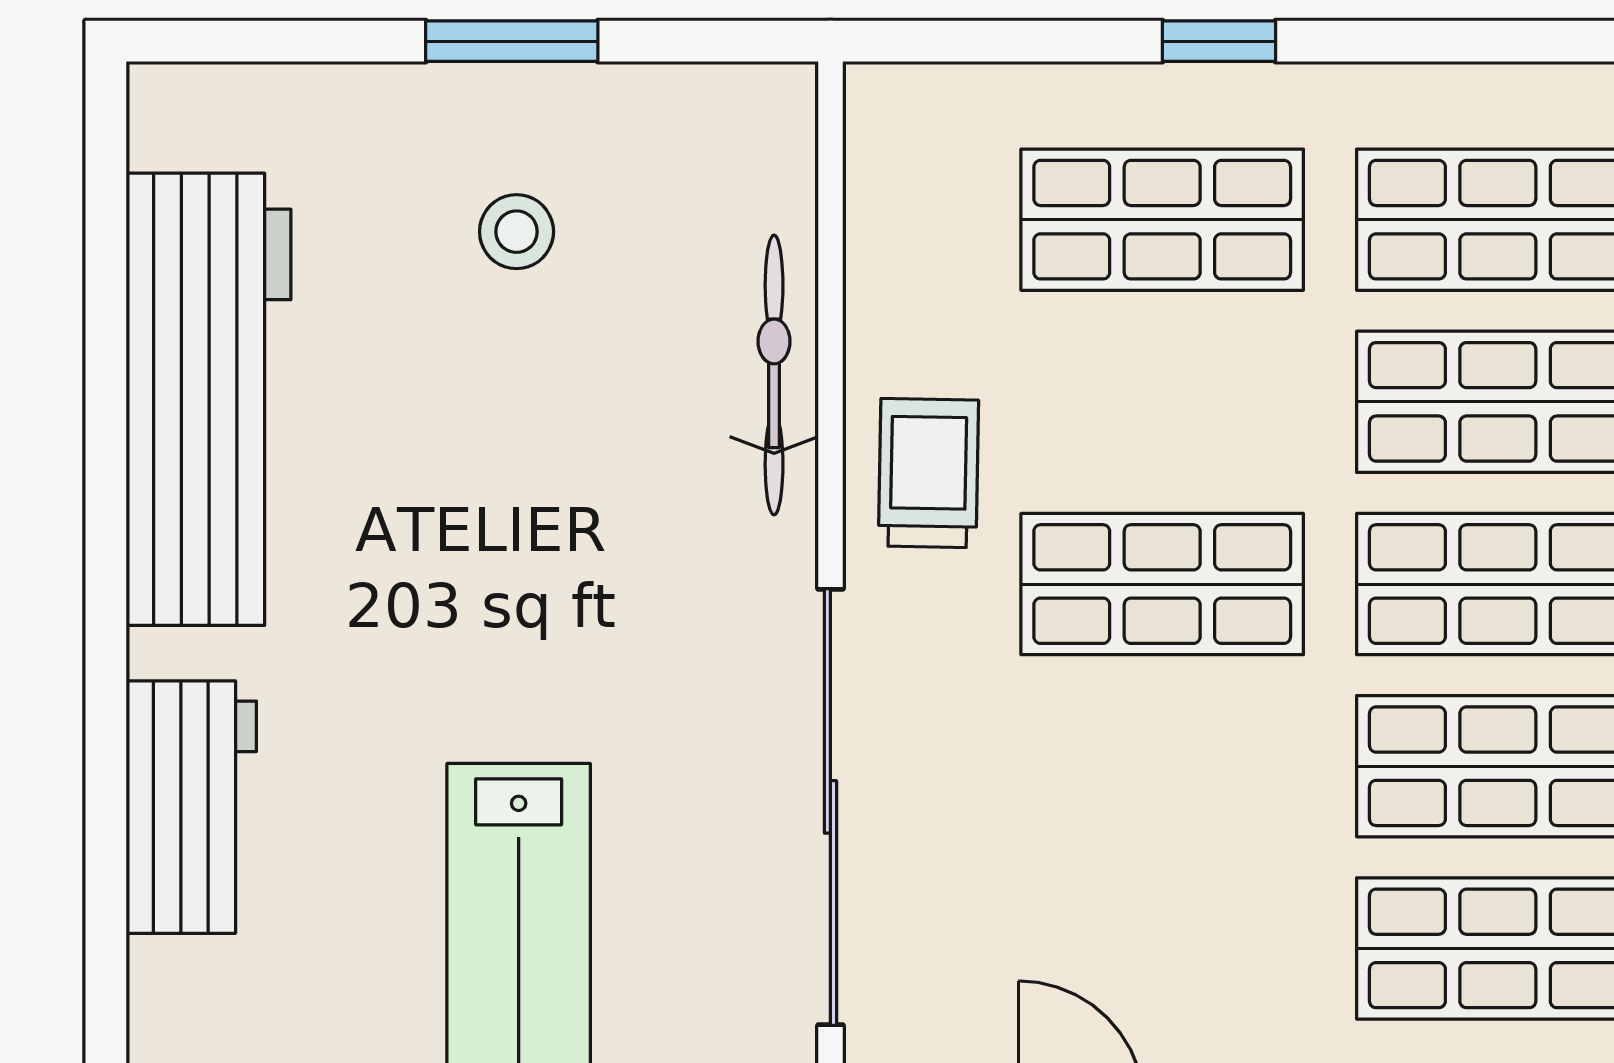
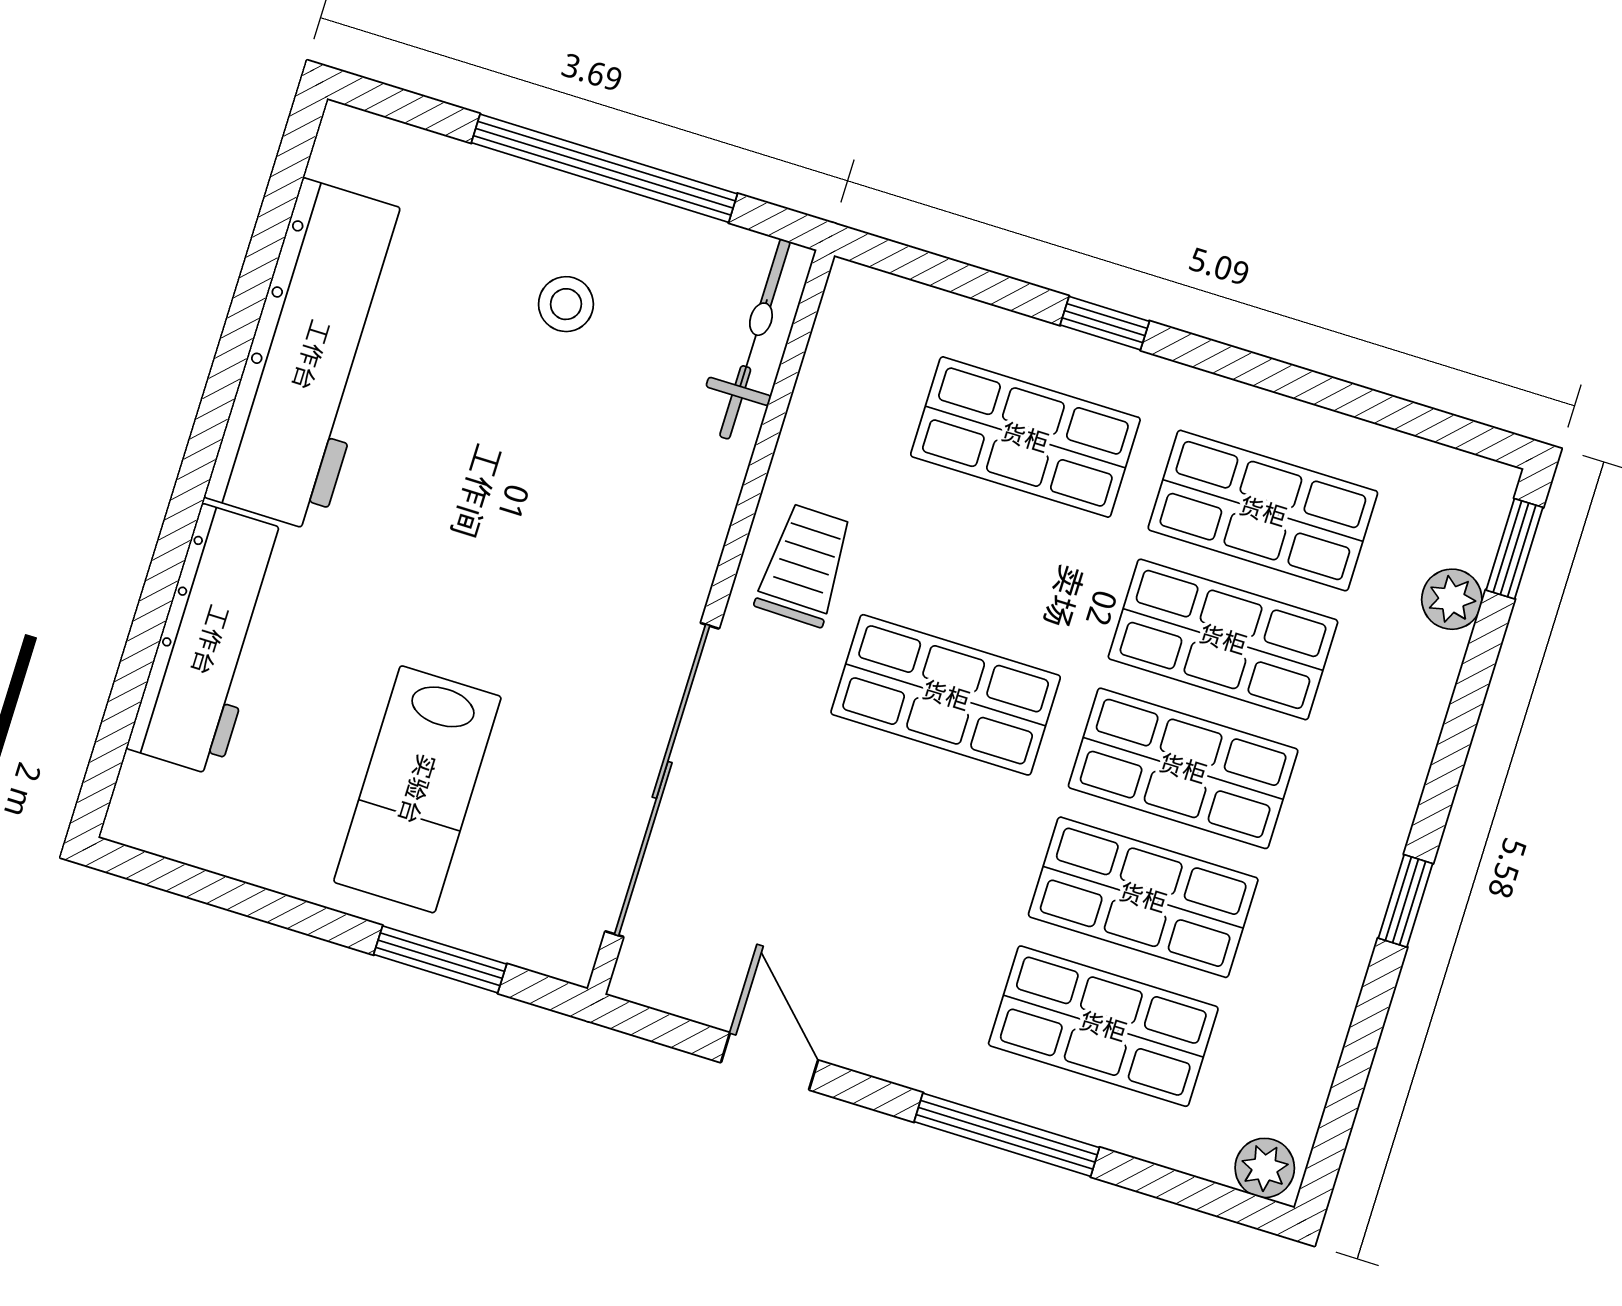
window: (512, 41) -> (604, 168), width x2.11
bicycle: (774, 375) -> (755, 339), moved
workbench: (191, 807) -> (210, 640), width x1.38

